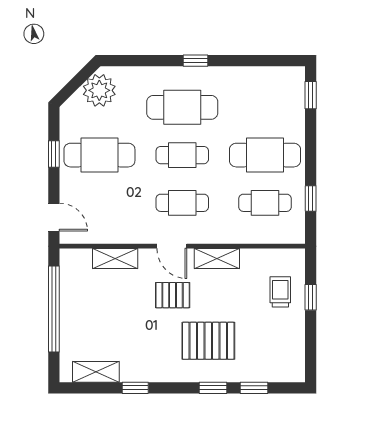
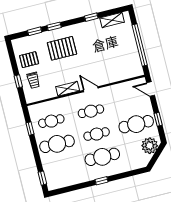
plant: (99, 90) -> (150, 146), moved
shelving: (115, 259) -> (116, 77), removed
pallet: (173, 295) -> (29, 60), moved

